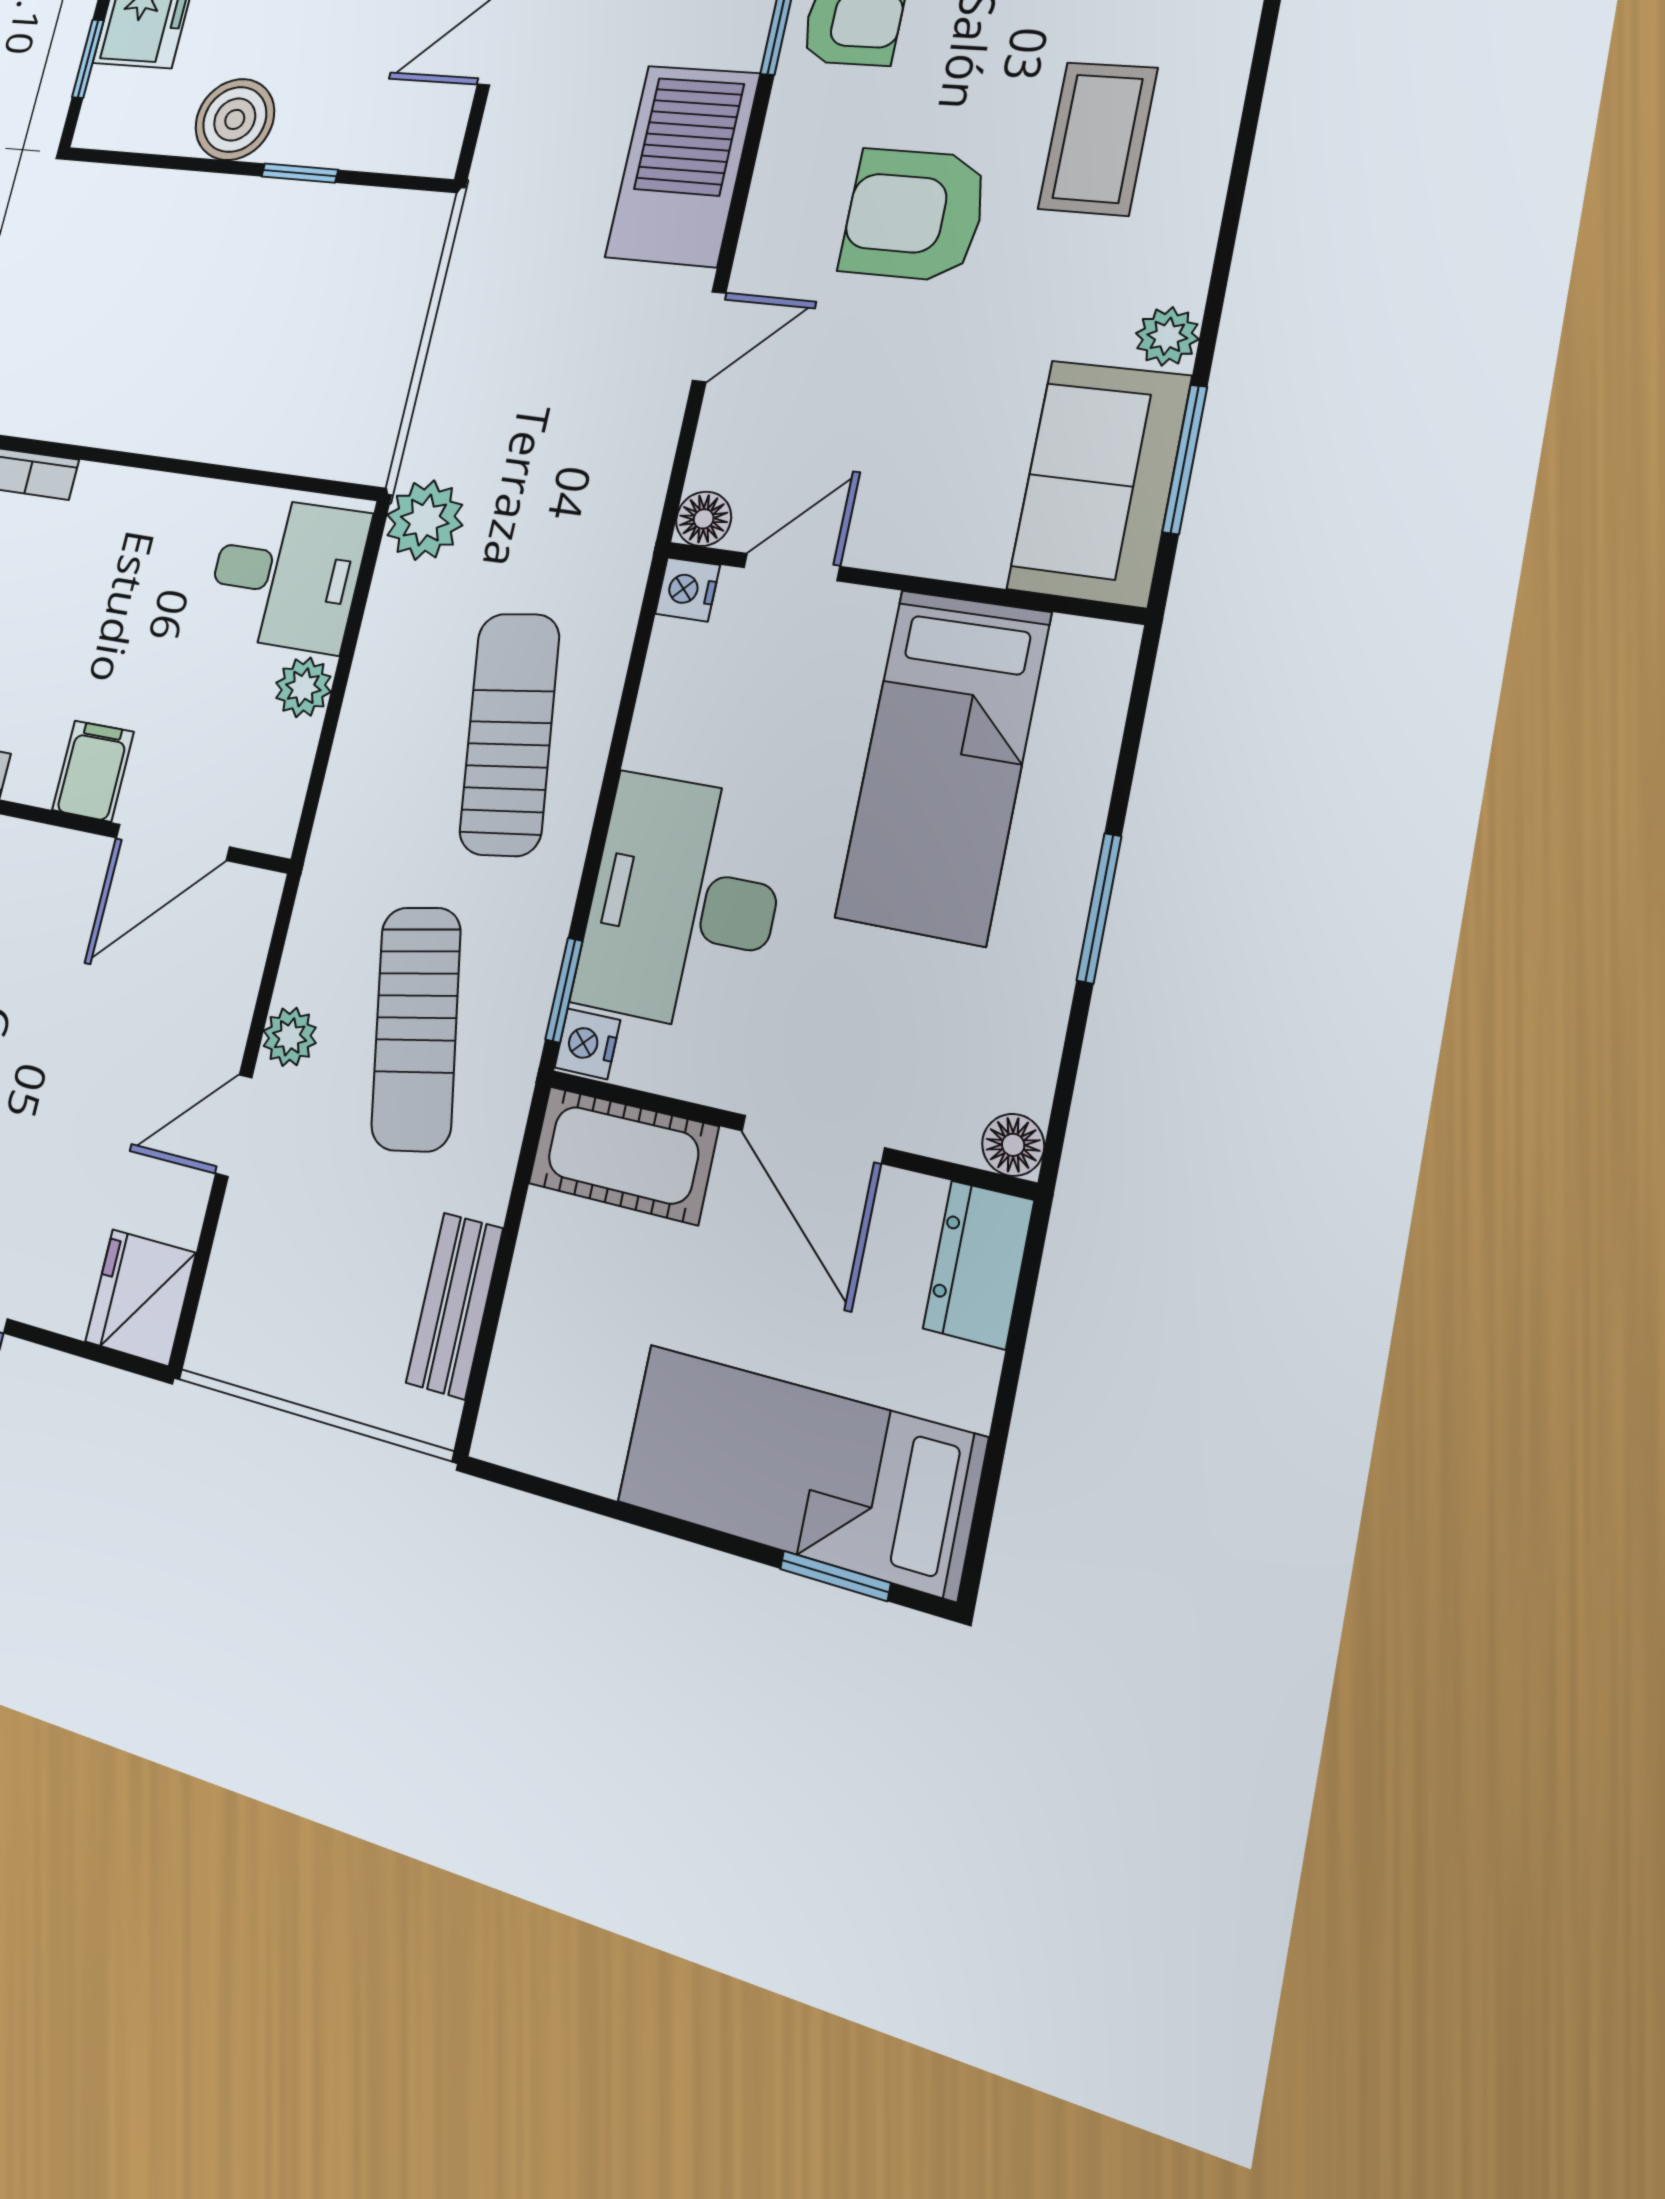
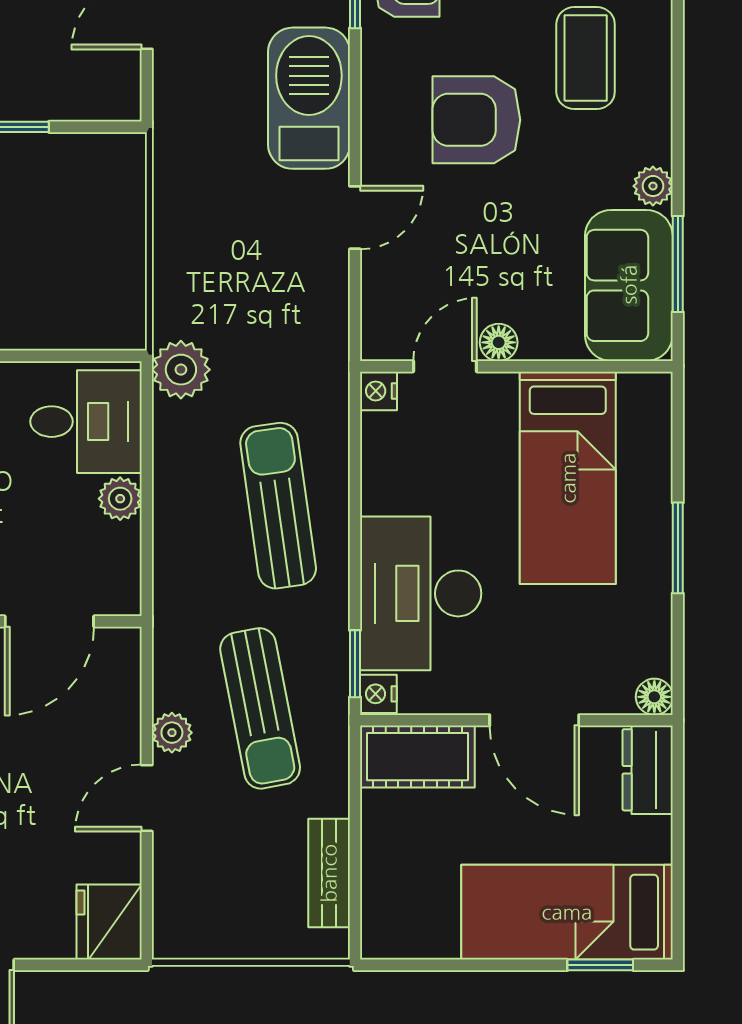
floor lamp: (704, 519) -> (499, 342), moved

